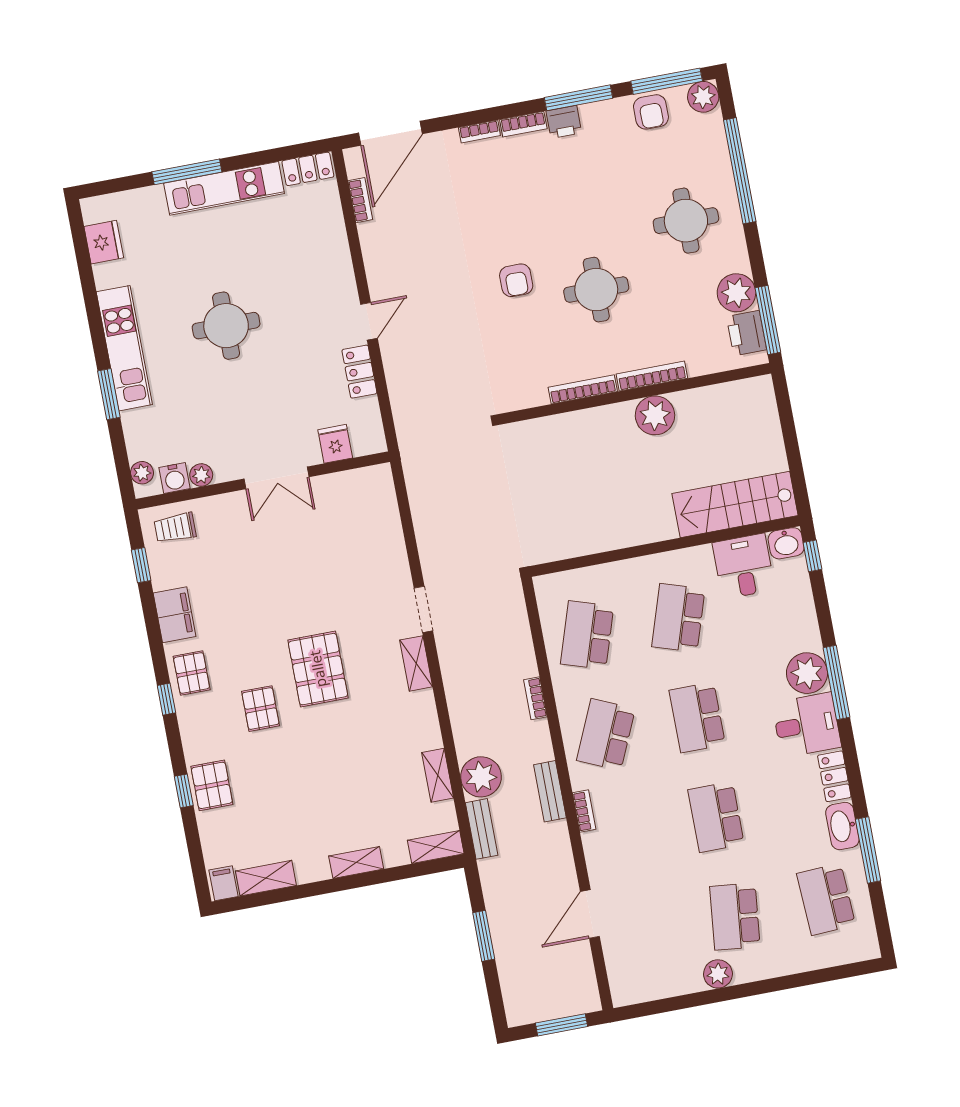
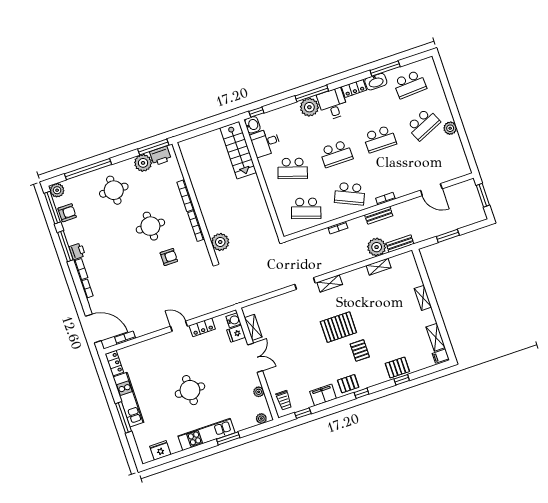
armchair: (516, 280) -> (169, 257), moved
plant: (655, 415) -> (220, 242), moved
water cooler: (174, 478) -> (233, 320), moved
pallet: (261, 709) -> (360, 350), turned 90
shelving: (436, 847) -> (253, 327), moved
school desk: (735, 917) -> (423, 124), turned -30

